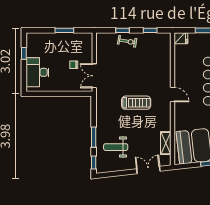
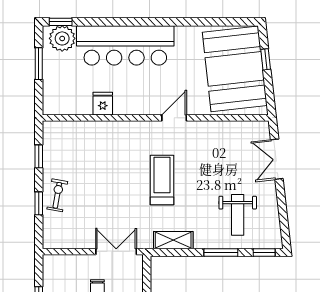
fridge: (181, 38) -> (103, 104), moved
double door: (94, 76) -> (116, 252), swing flipped
door: (173, 95) -> (174, 118), moved
shelving: (166, 143) -> (173, 240), moved

